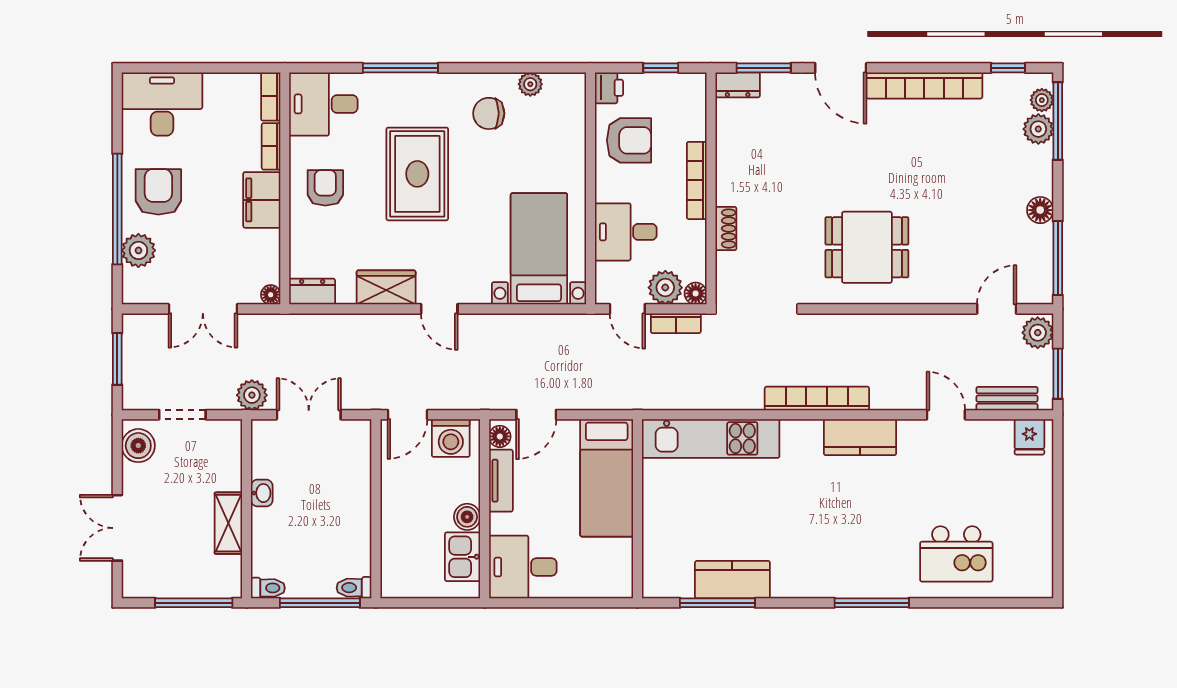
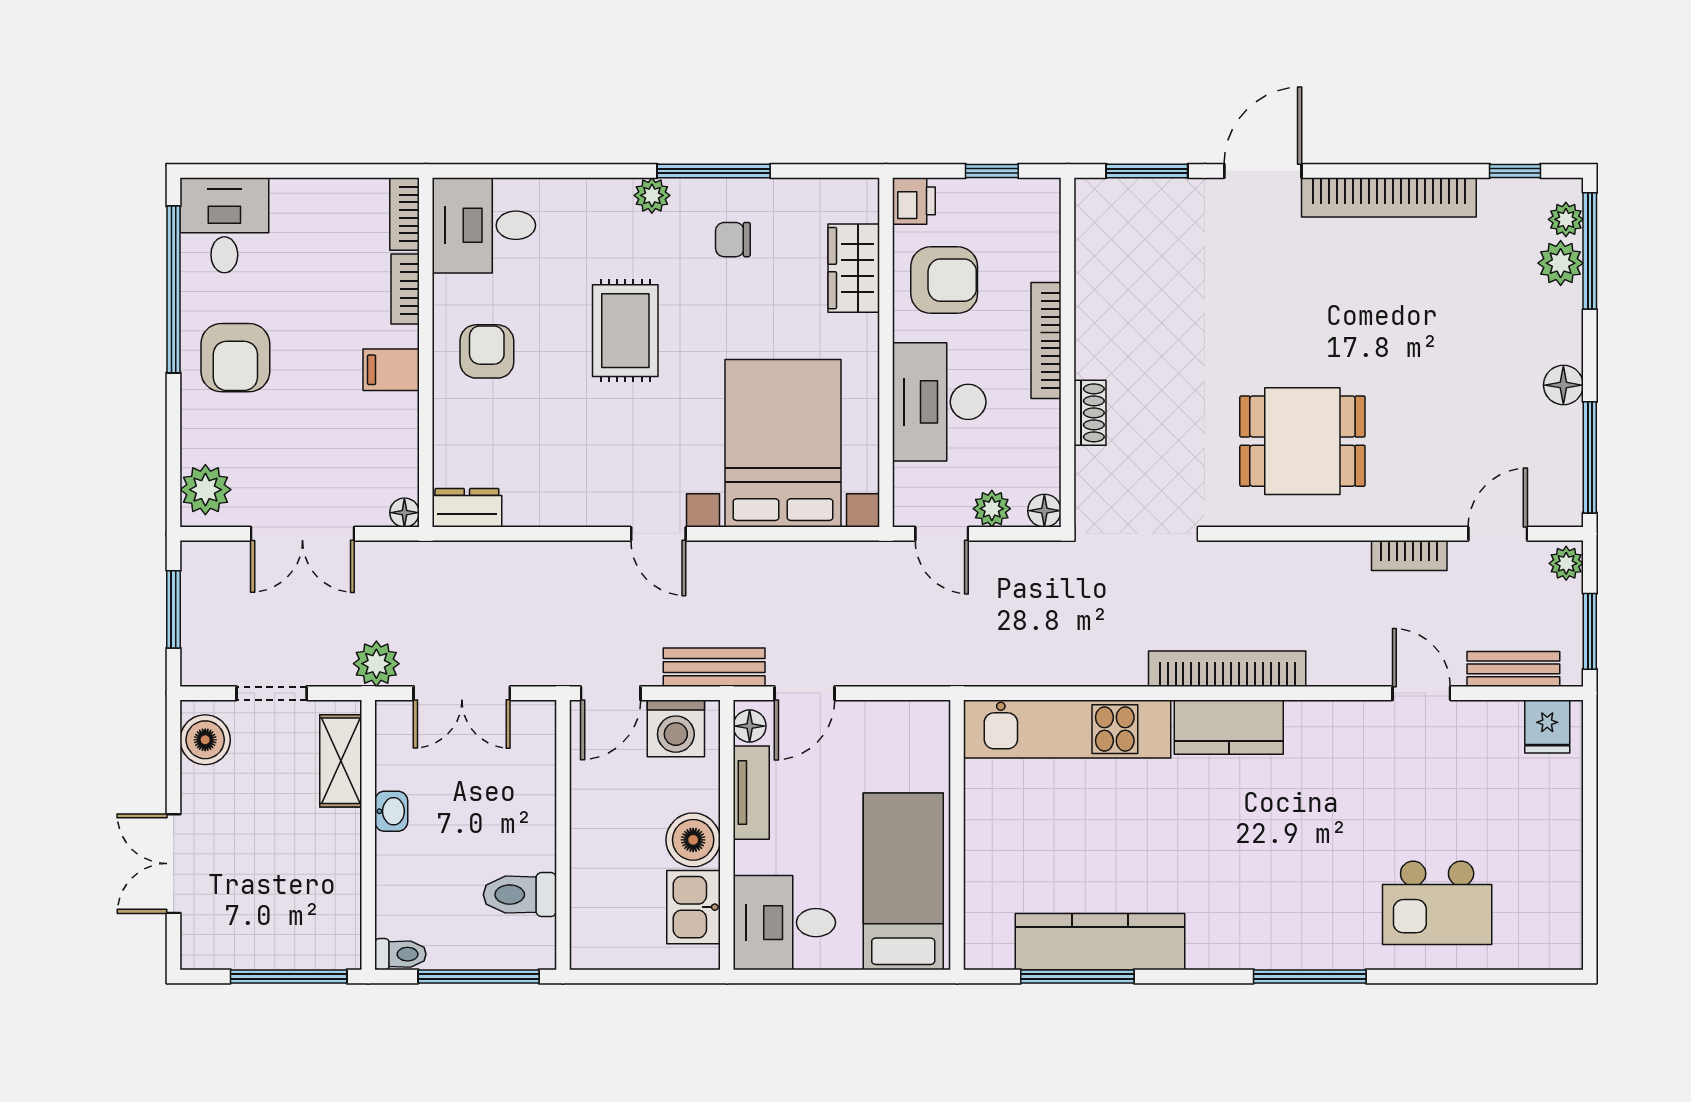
window: (400, 68) -> (714, 171), moved
door: (841, 68) -> (1263, 171), swing flipped
plant: (530, 84) -> (652, 195), moved
dresser: (738, 85) -> (1108, 196), removed
desk: (162, 104) -> (224, 225), width x0.73
chair: (489, 113) -> (733, 240), width x0.73, depth x0.73
rug: (417, 174) -> (625, 331), width x0.73, depth x0.70
armchair: (158, 192) -> (235, 358), turned 180
filing cabinet: (262, 200) -> (391, 370), width x0.50
window: (117, 209) -> (173, 289), moved
desk: (626, 232) -> (939, 402), width x1.37
bed with nightstands: (539, 249) -> (783, 443), width x1.36
plant: (138, 250) -> (205, 490), moved
wardrobe: (386, 287) -> (854, 268), moved, turned -90
plant: (665, 288) -> (992, 509), width x0.73, depth x0.73
bookcase: (676, 323) -> (1409, 556), moved
plant: (1038, 333) -> (1566, 563), width x0.73, depth x0.73
bench: (476, 397) -> (714, 667), added
double door: (309, 415) -> (462, 693), swing flipped
kitchen counter: (860, 437) -> (1229, 727), moved
bed: (607, 478) -> (903, 881), moved, turned 180
boiler: (467, 517) -> (693, 840), width x1.36, depth x1.36
shelving: (228, 523) -> (341, 761), moved
kitchen counter: (732, 580) -> (1100, 942), width x1.50
toilet: (354, 588) -> (520, 895), moved, width x1.37, depth x1.39

